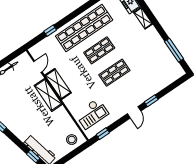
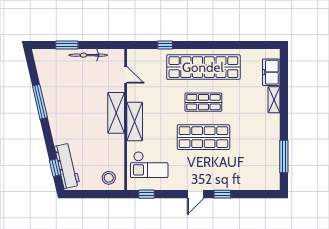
door: (38, 67) -> (126, 75), hinge flipped
shop shelf: (114, 73) -> (203, 137), width x1.43, depth x1.36
shelving: (58, 84) -> (135, 122), moved

